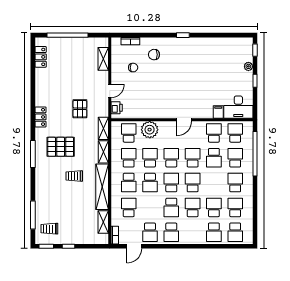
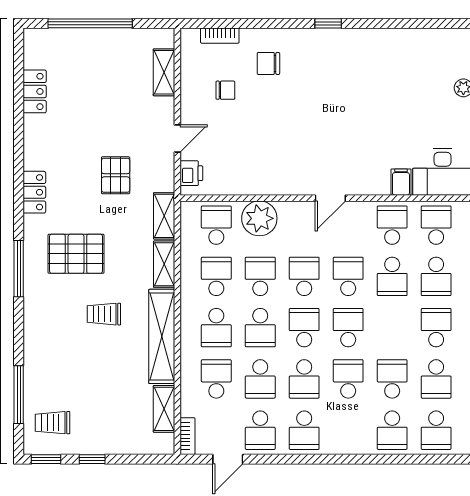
locker: (41, 57) -> (35, 91), moved
school desk: (235, 158) -> (436, 276), turned 180
school desk: (150, 207) -> (260, 379), added
school desk: (235, 207) -> (436, 379), turned 180

